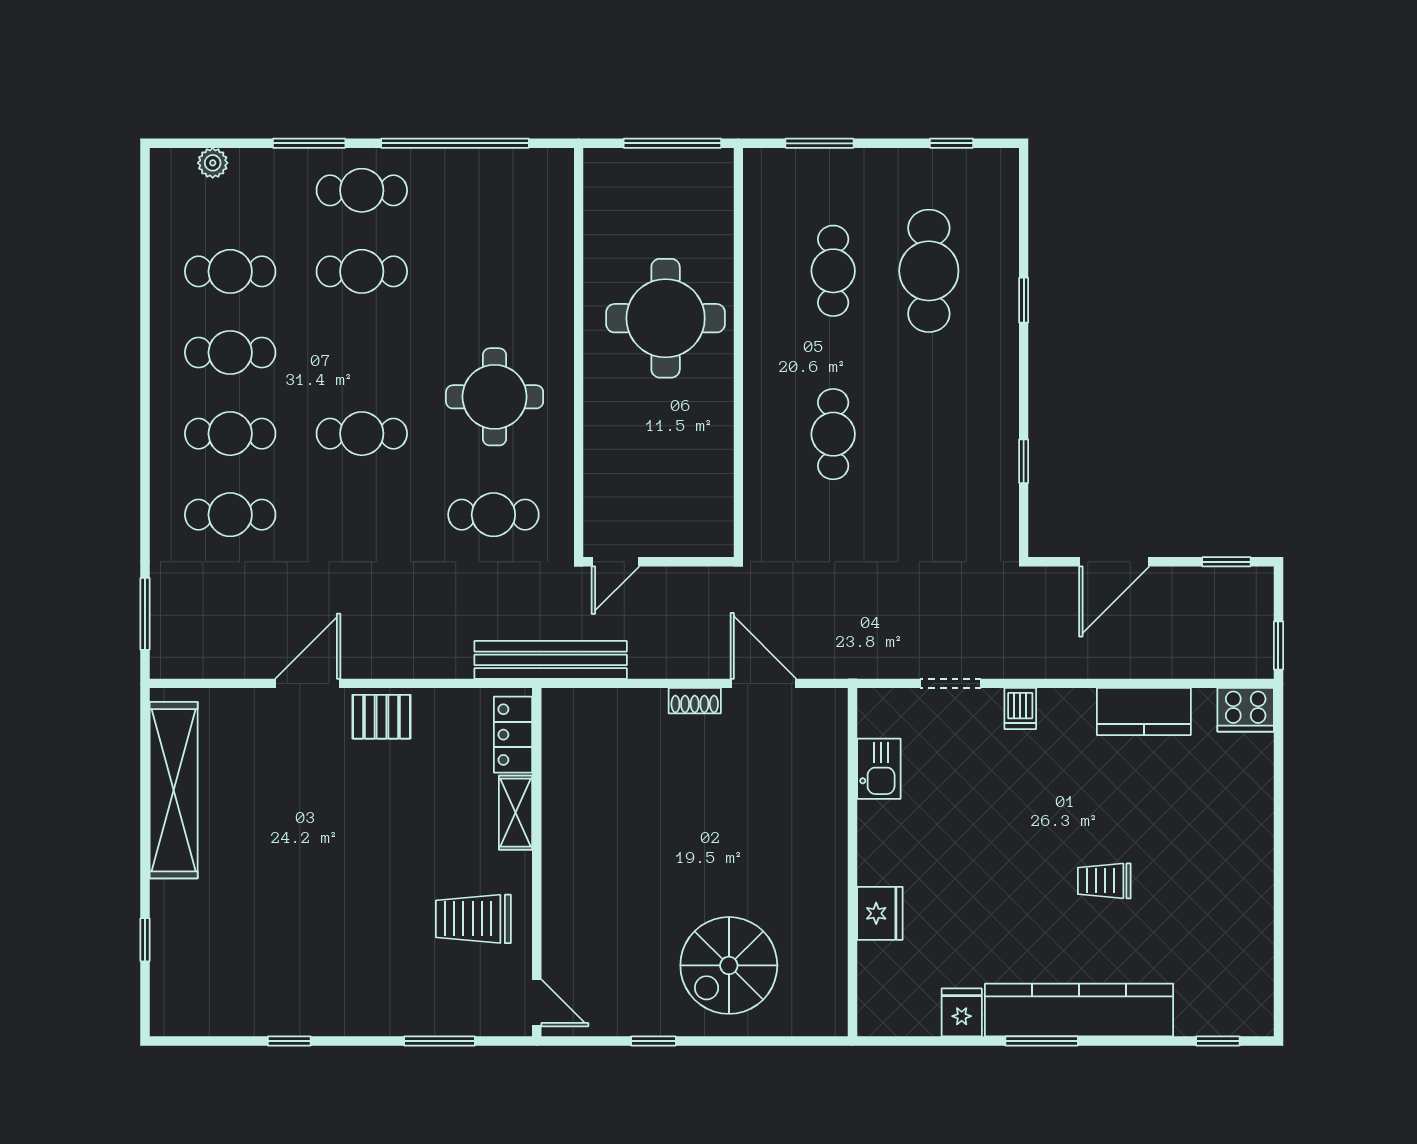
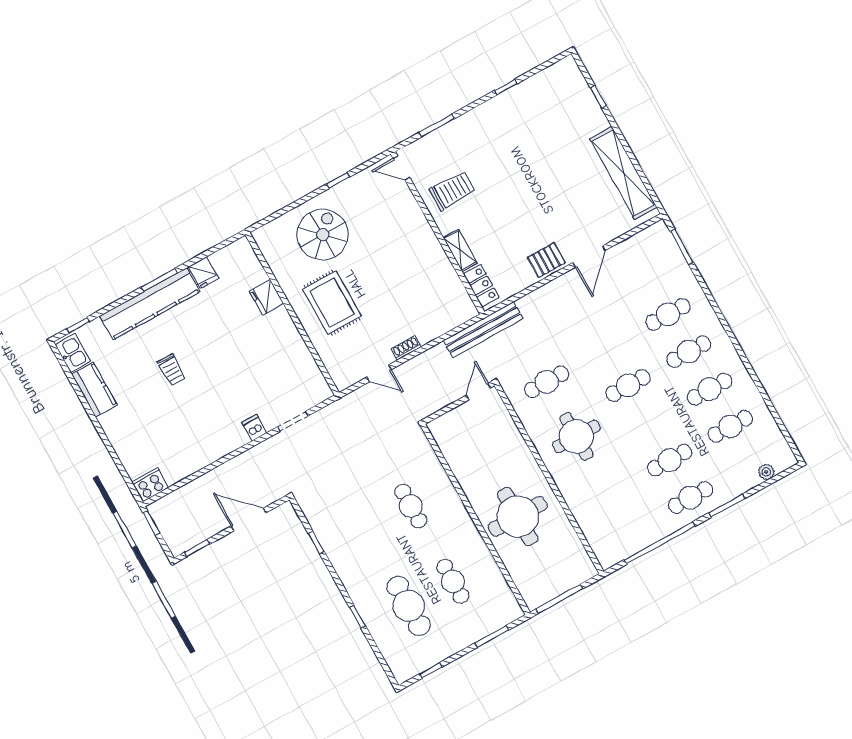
door: (1114, 562) -> (249, 519), hinge flipped
door: (763, 683) -> (379, 373), width x0.73
kitchen counter: (1144, 711) -> (94, 390), moved, turned 90
kitchen sink: (879, 769) -> (73, 353), moved, turned 180
rug: (776, 844) -> (332, 303), added
trolley: (1104, 881) -> (171, 370), turned 90

